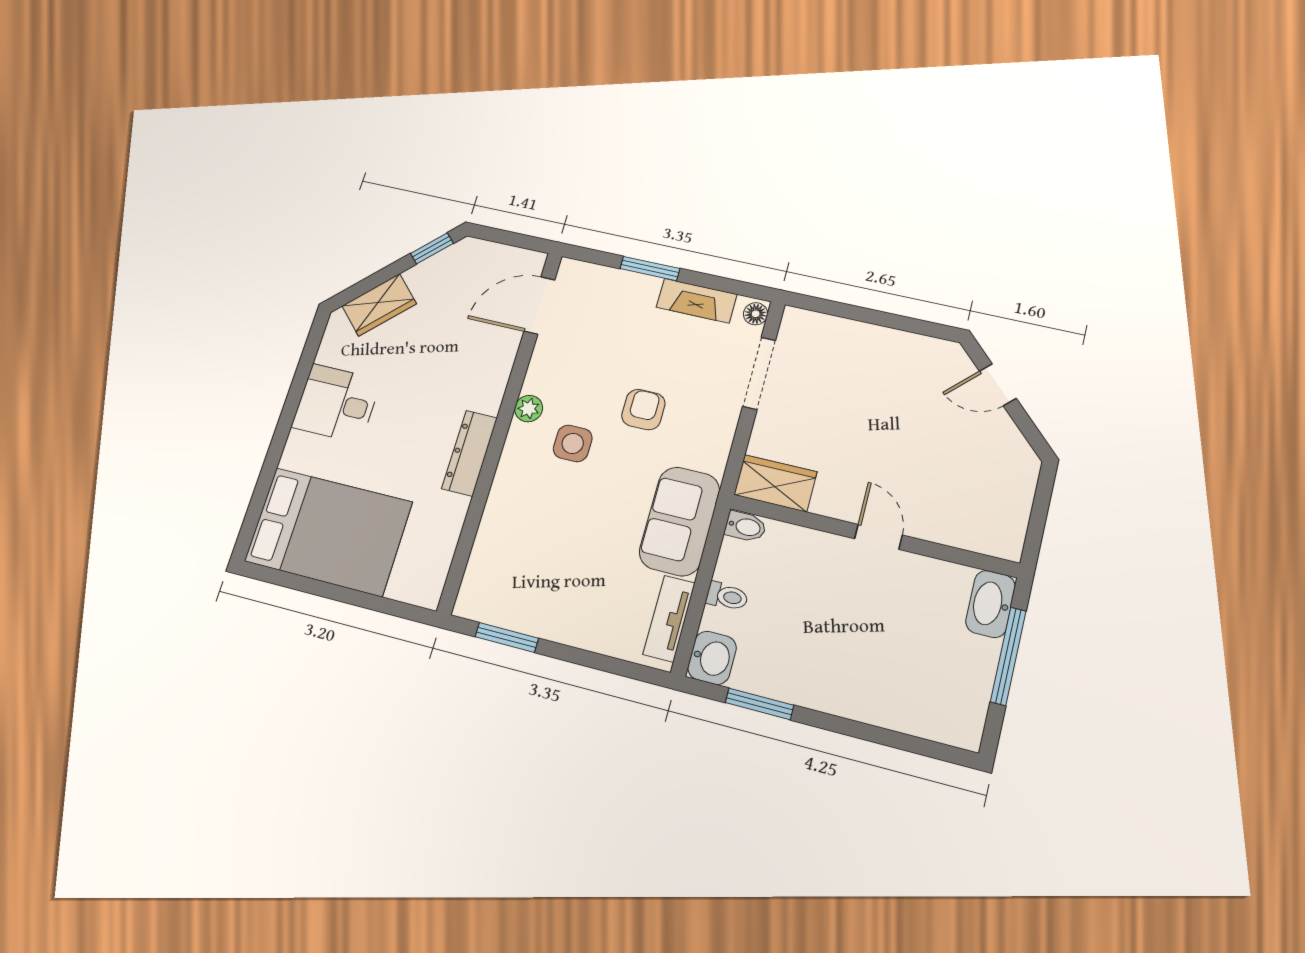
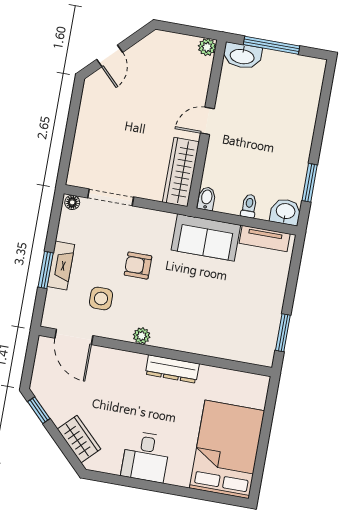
fireplace: (697, 301) -> (61, 265), moved
side table: (573, 443) -> (101, 298), moved
wardrobe: (775, 483) -> (181, 172), width x1.50
plant: (1008, 545) -> (207, 47), added

